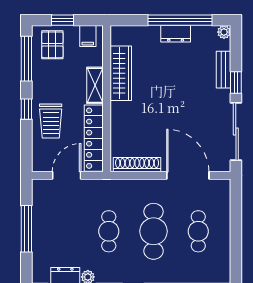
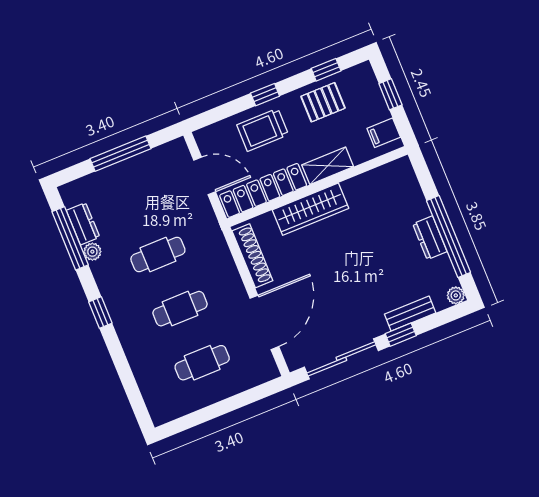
pallet: (52, 45) -> (323, 102), moved
window: (26, 59) -> (326, 70), width x0.46
wardrobe: (121, 73) -> (310, 209), moved
cafe table: (154, 231) -> (180, 309), width x0.73, depth x0.74

